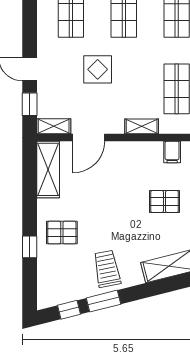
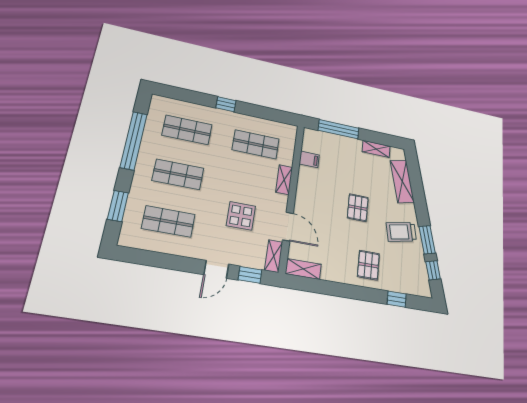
display table: (98, 69) -> (241, 216), moved
shelving: (48, 169) -> (303, 269), width x0.67, depth x0.75
pallet: (165, 202) -> (358, 208), moved
window: (30, 247) -> (397, 299), moved

